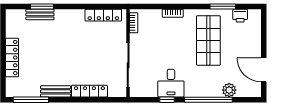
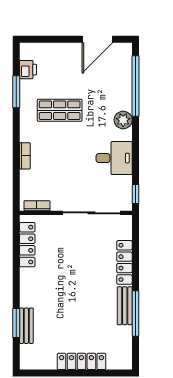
shop shelf: (208, 40) -> (60, 110), width x0.70, depth x0.74
plant: (229, 90) -> (123, 120), moved
window: (31, 100) -> (135, 314), moved
window: (167, 100) -> (135, 194), moved
window: (208, 100) -> (135, 86), moved

